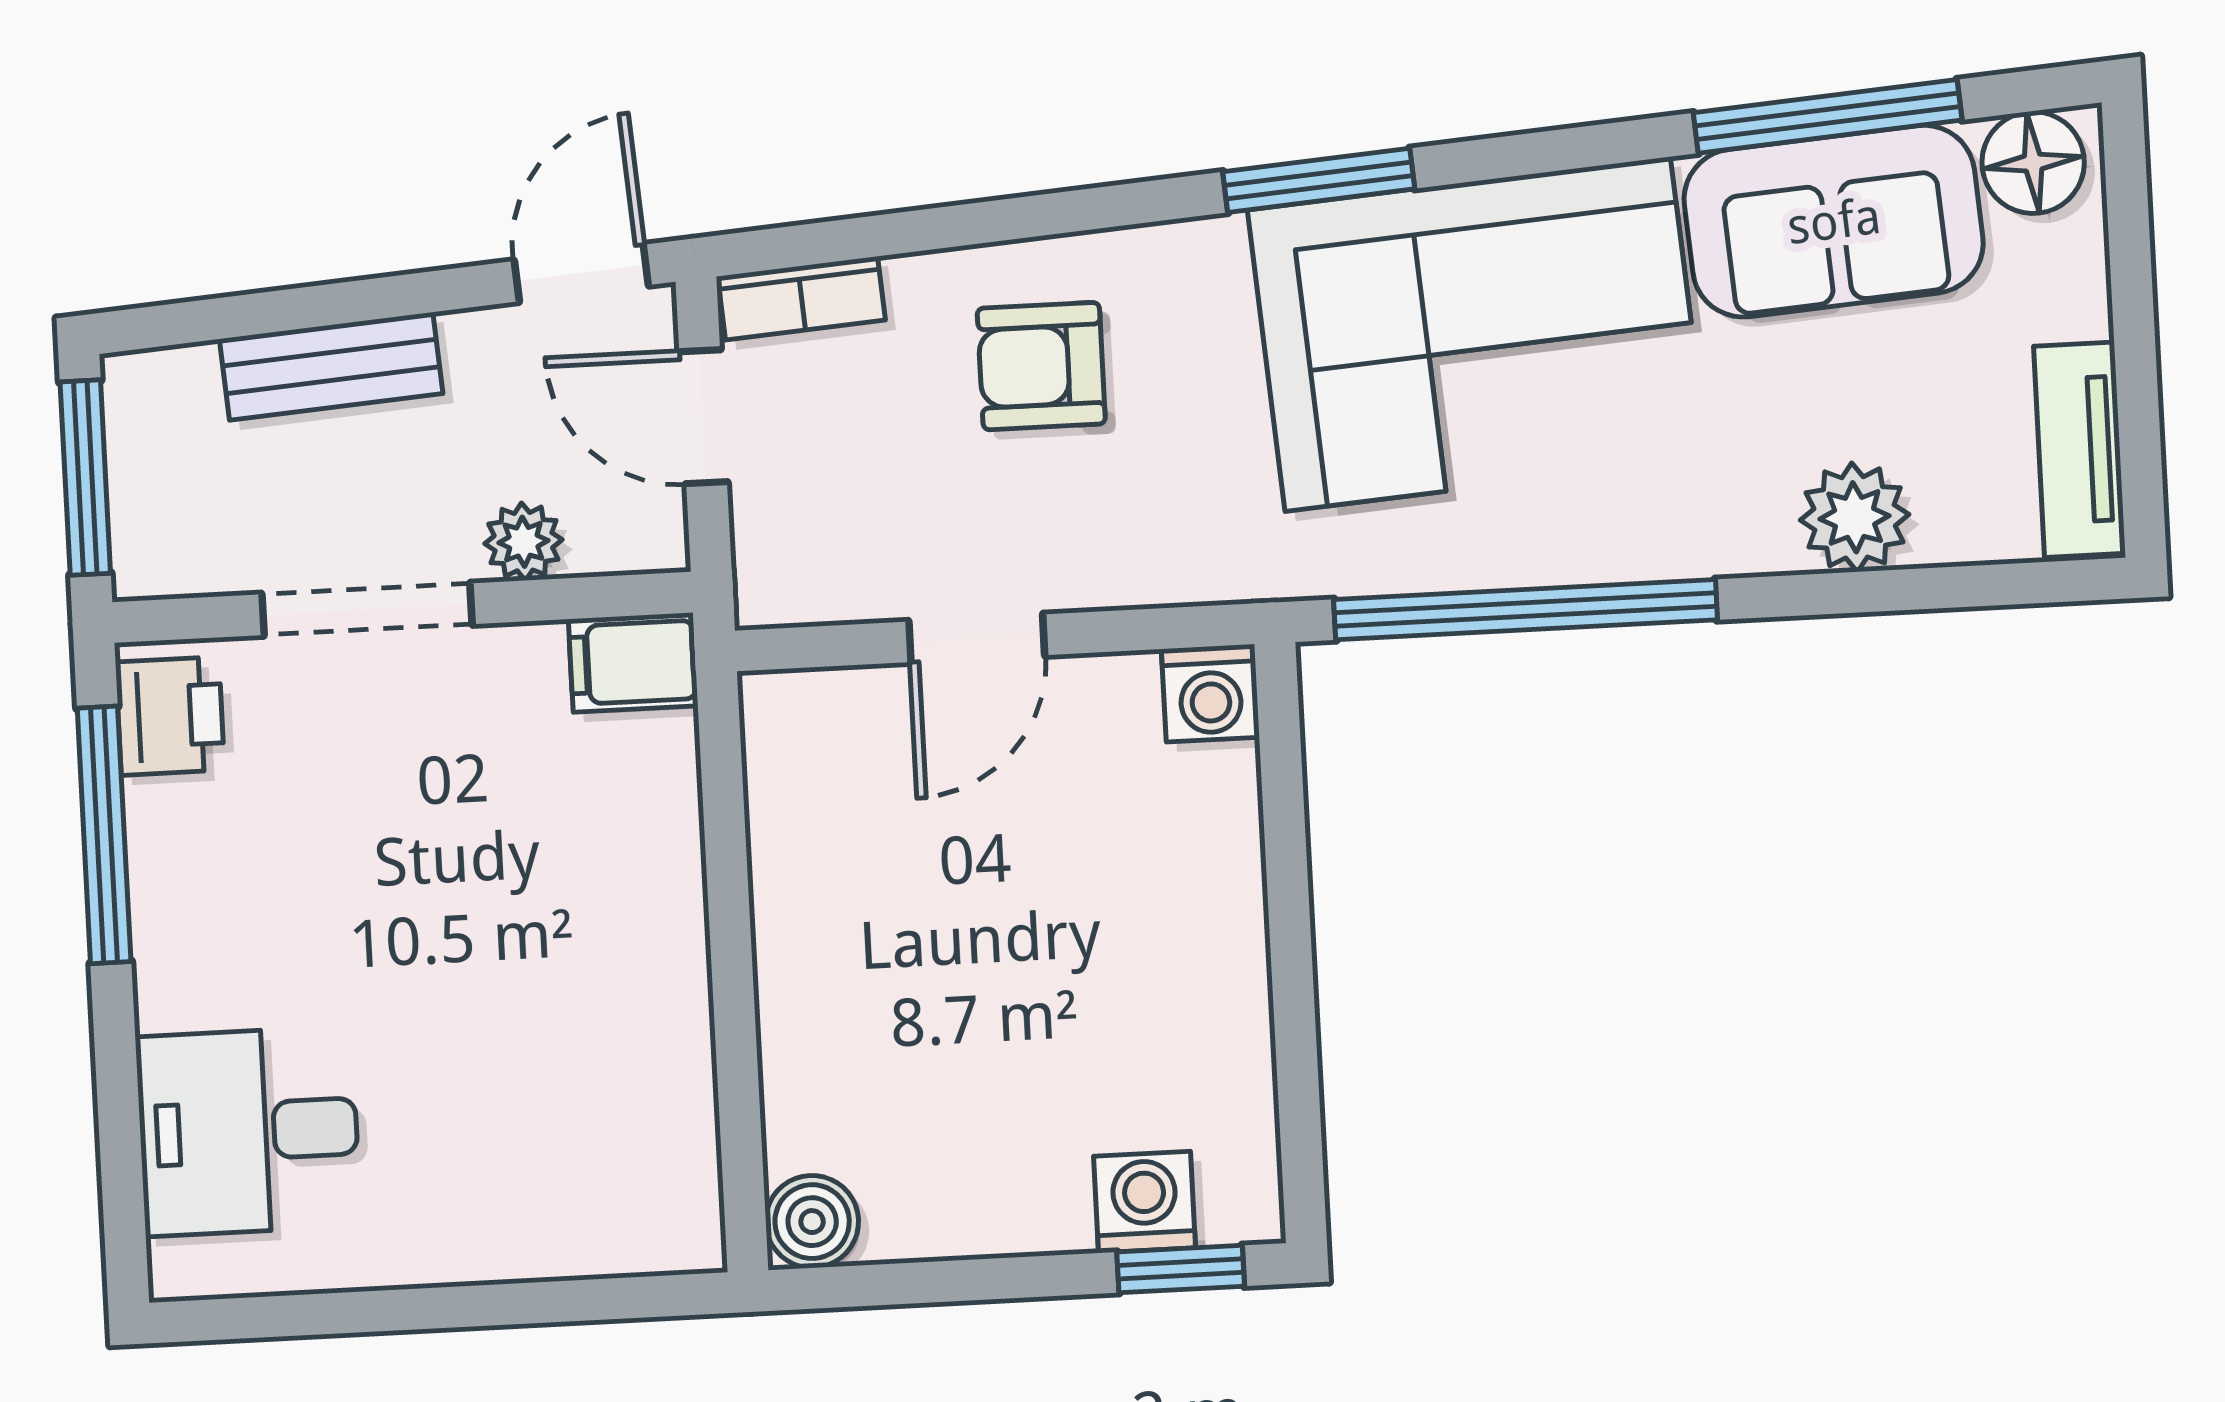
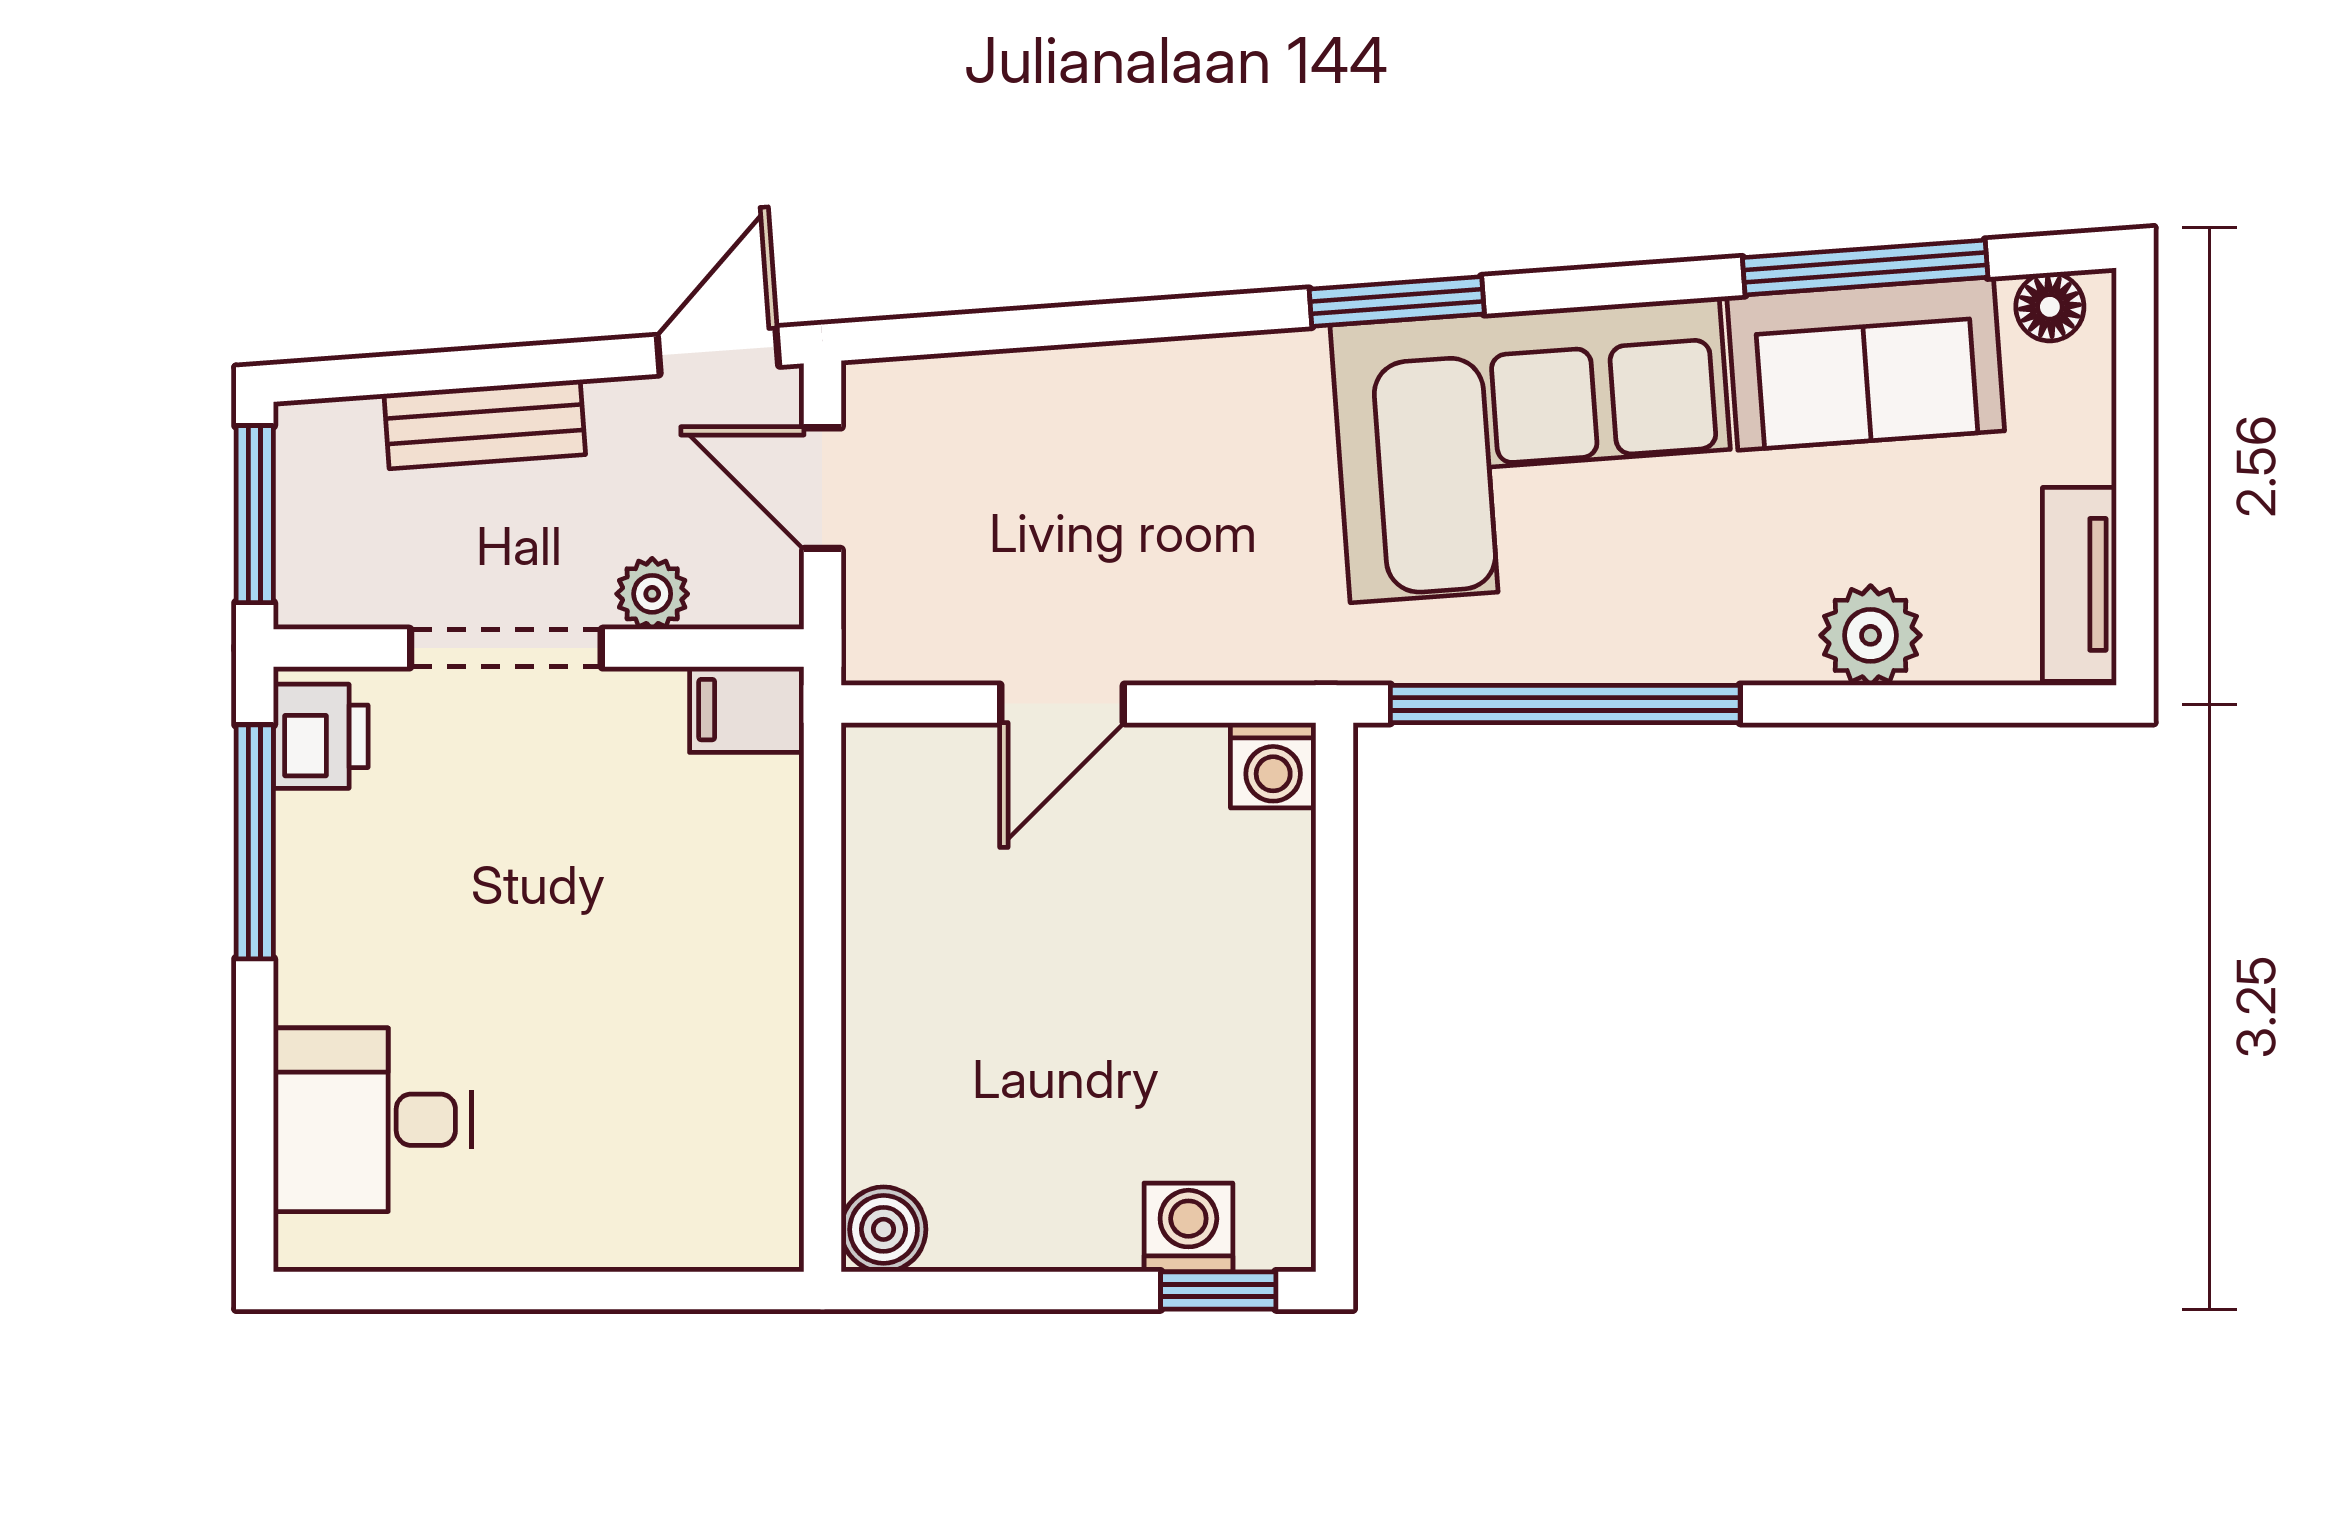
floor lamp: (2033, 163) -> (2050, 307), width x0.73, depth x0.73
bookcase: (801, 298) -> (918, 385), removed
armchair: (1041, 366) -> (1134, 458), removed

